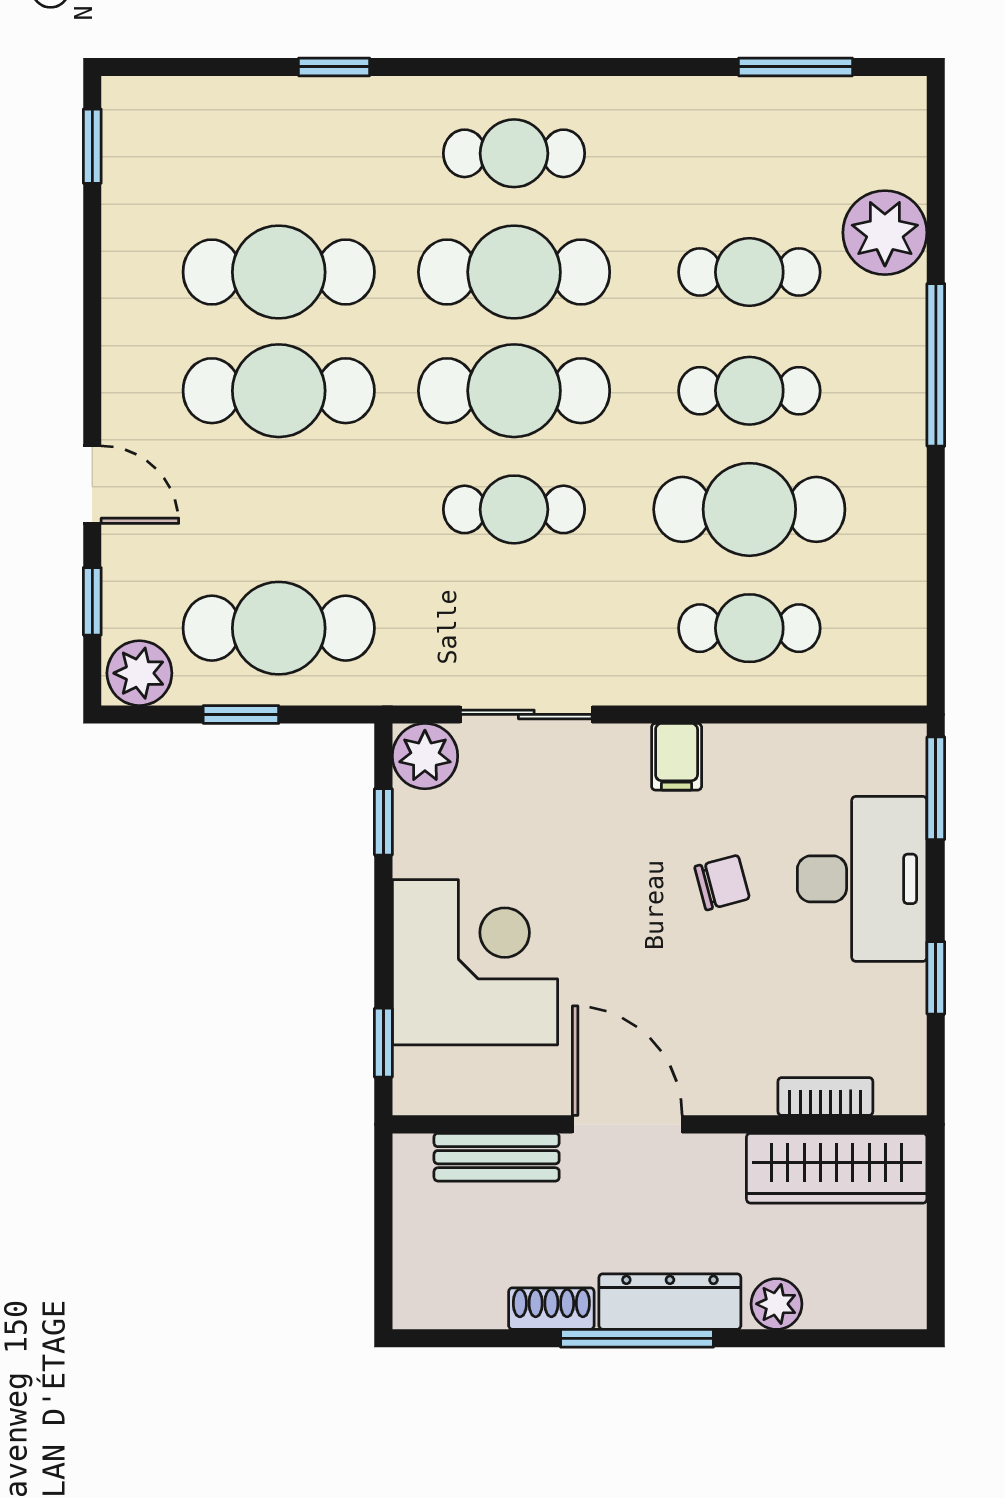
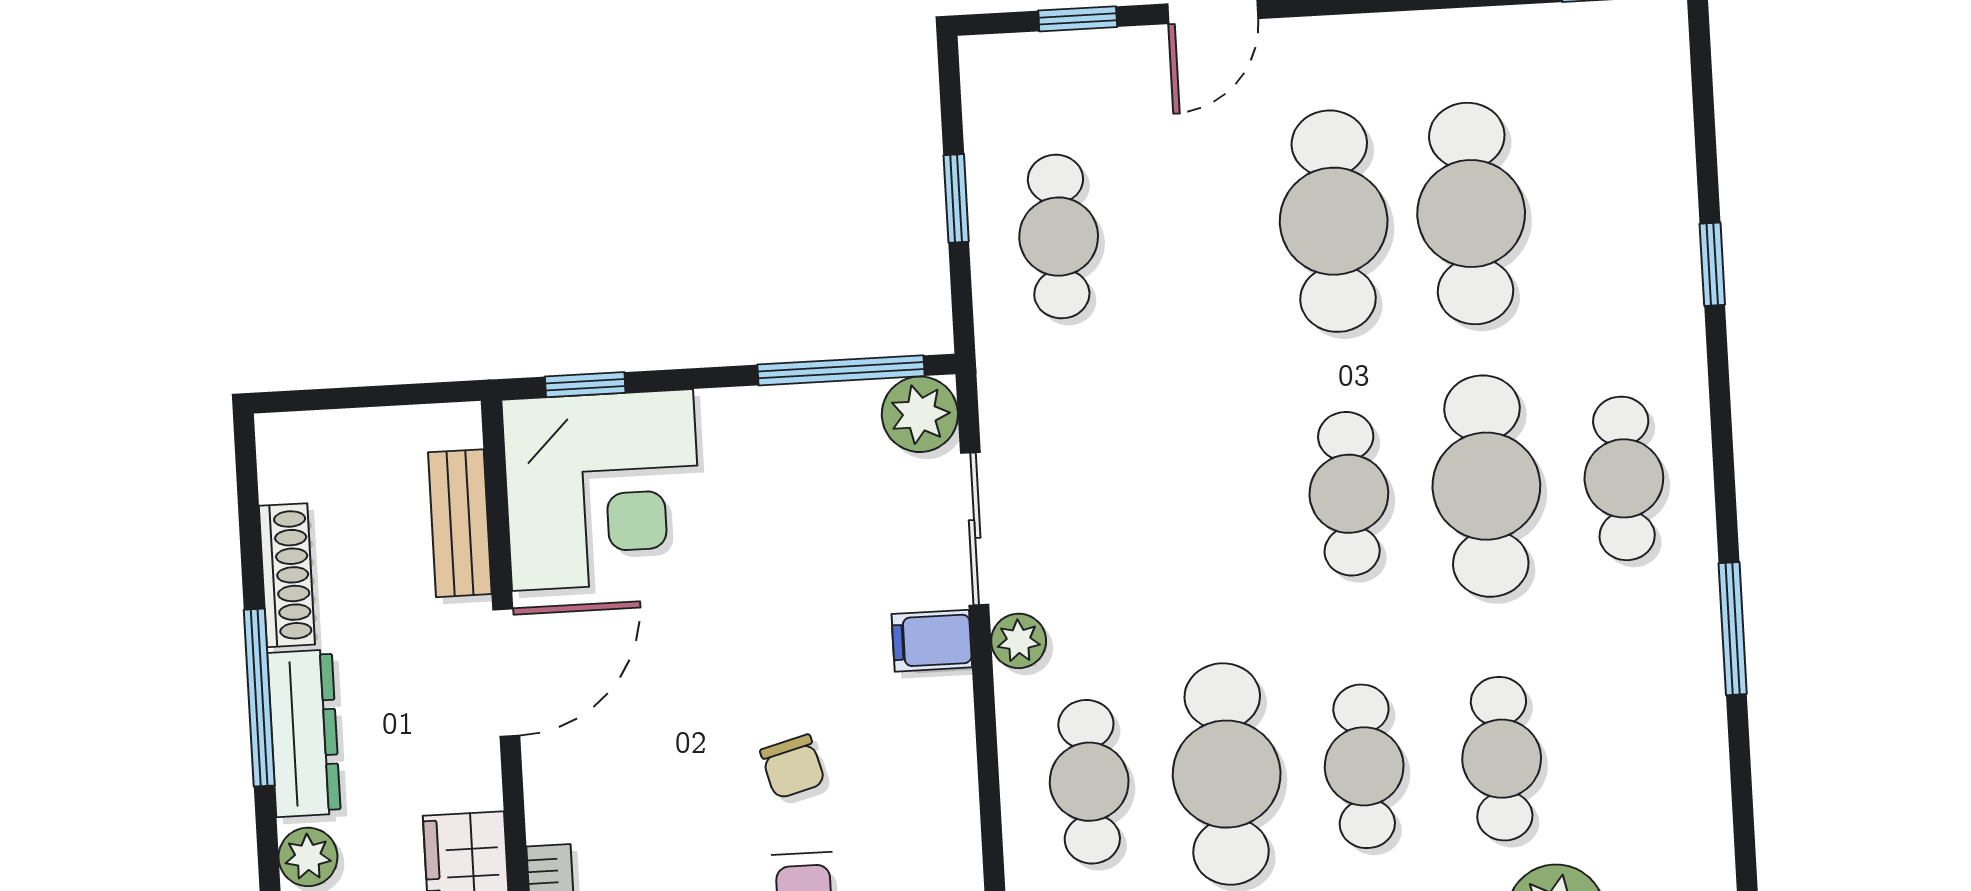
window: (796, 67) -> (1733, 629), moved
cafe table: (514, 391) -> (1349, 494), width x0.73, depth x0.74
cafe table: (514, 509) -> (1211, 501), removed
cafe table: (279, 628) -> (1059, 237), width x0.73, depth x0.74
plant: (139, 673) -> (1019, 641), moved, width x0.73, depth x0.73
filing cabinet: (677, 757) -> (932, 641), moved
window: (383, 822) -> (841, 370), width x2.17
corner desk: (475, 962) -> (603, 490), moved
shoe rack: (551, 1309) -> (287, 575), width x1.43

